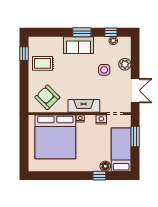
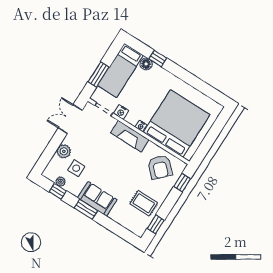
side table: (104, 70) -> (76, 168), moved
window: (24, 96) -> (182, 183), added

